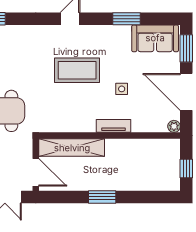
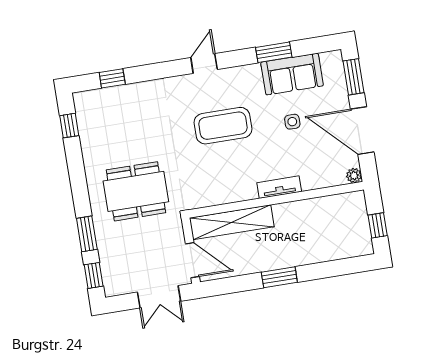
sofa: (155, 38) -> (292, 74), moved
side table: (122, 89) -> (292, 122), moved

